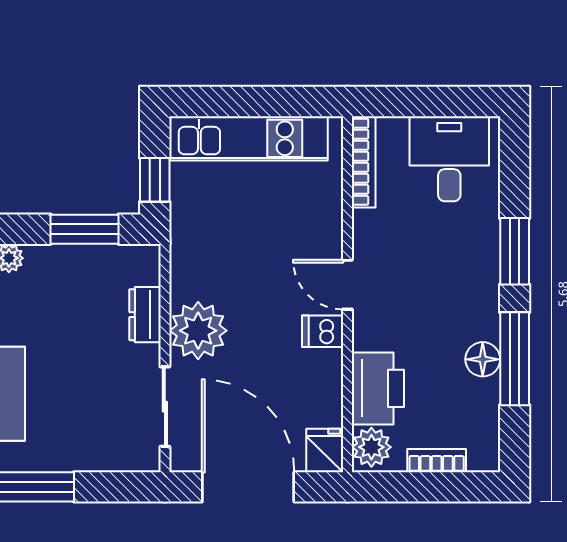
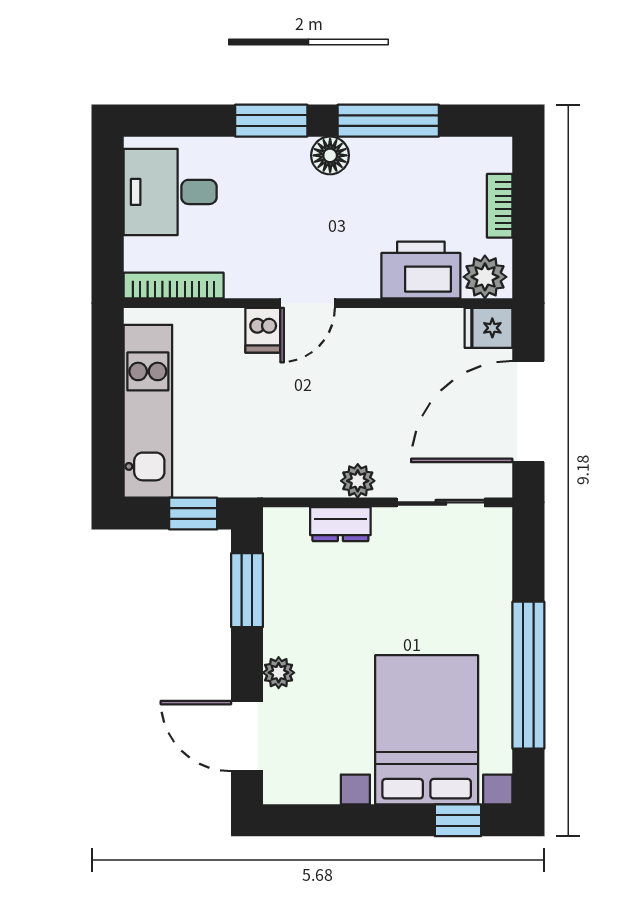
plant: (198, 331) -> (358, 481), width x0.53, depth x0.53
dishwasher: (323, 331) -> (263, 330), moved
floor lamp: (483, 359) -> (330, 155), moved

